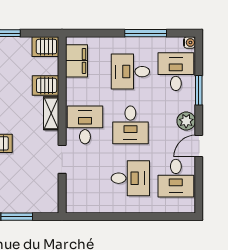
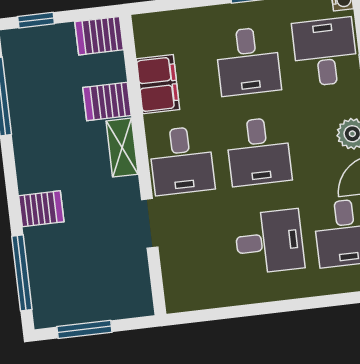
filing cabinet: (76, 61) -> (158, 84), moved
desk: (130, 72) -> (248, 61), turned -90
desk: (85, 125) -> (182, 160), turned 180

